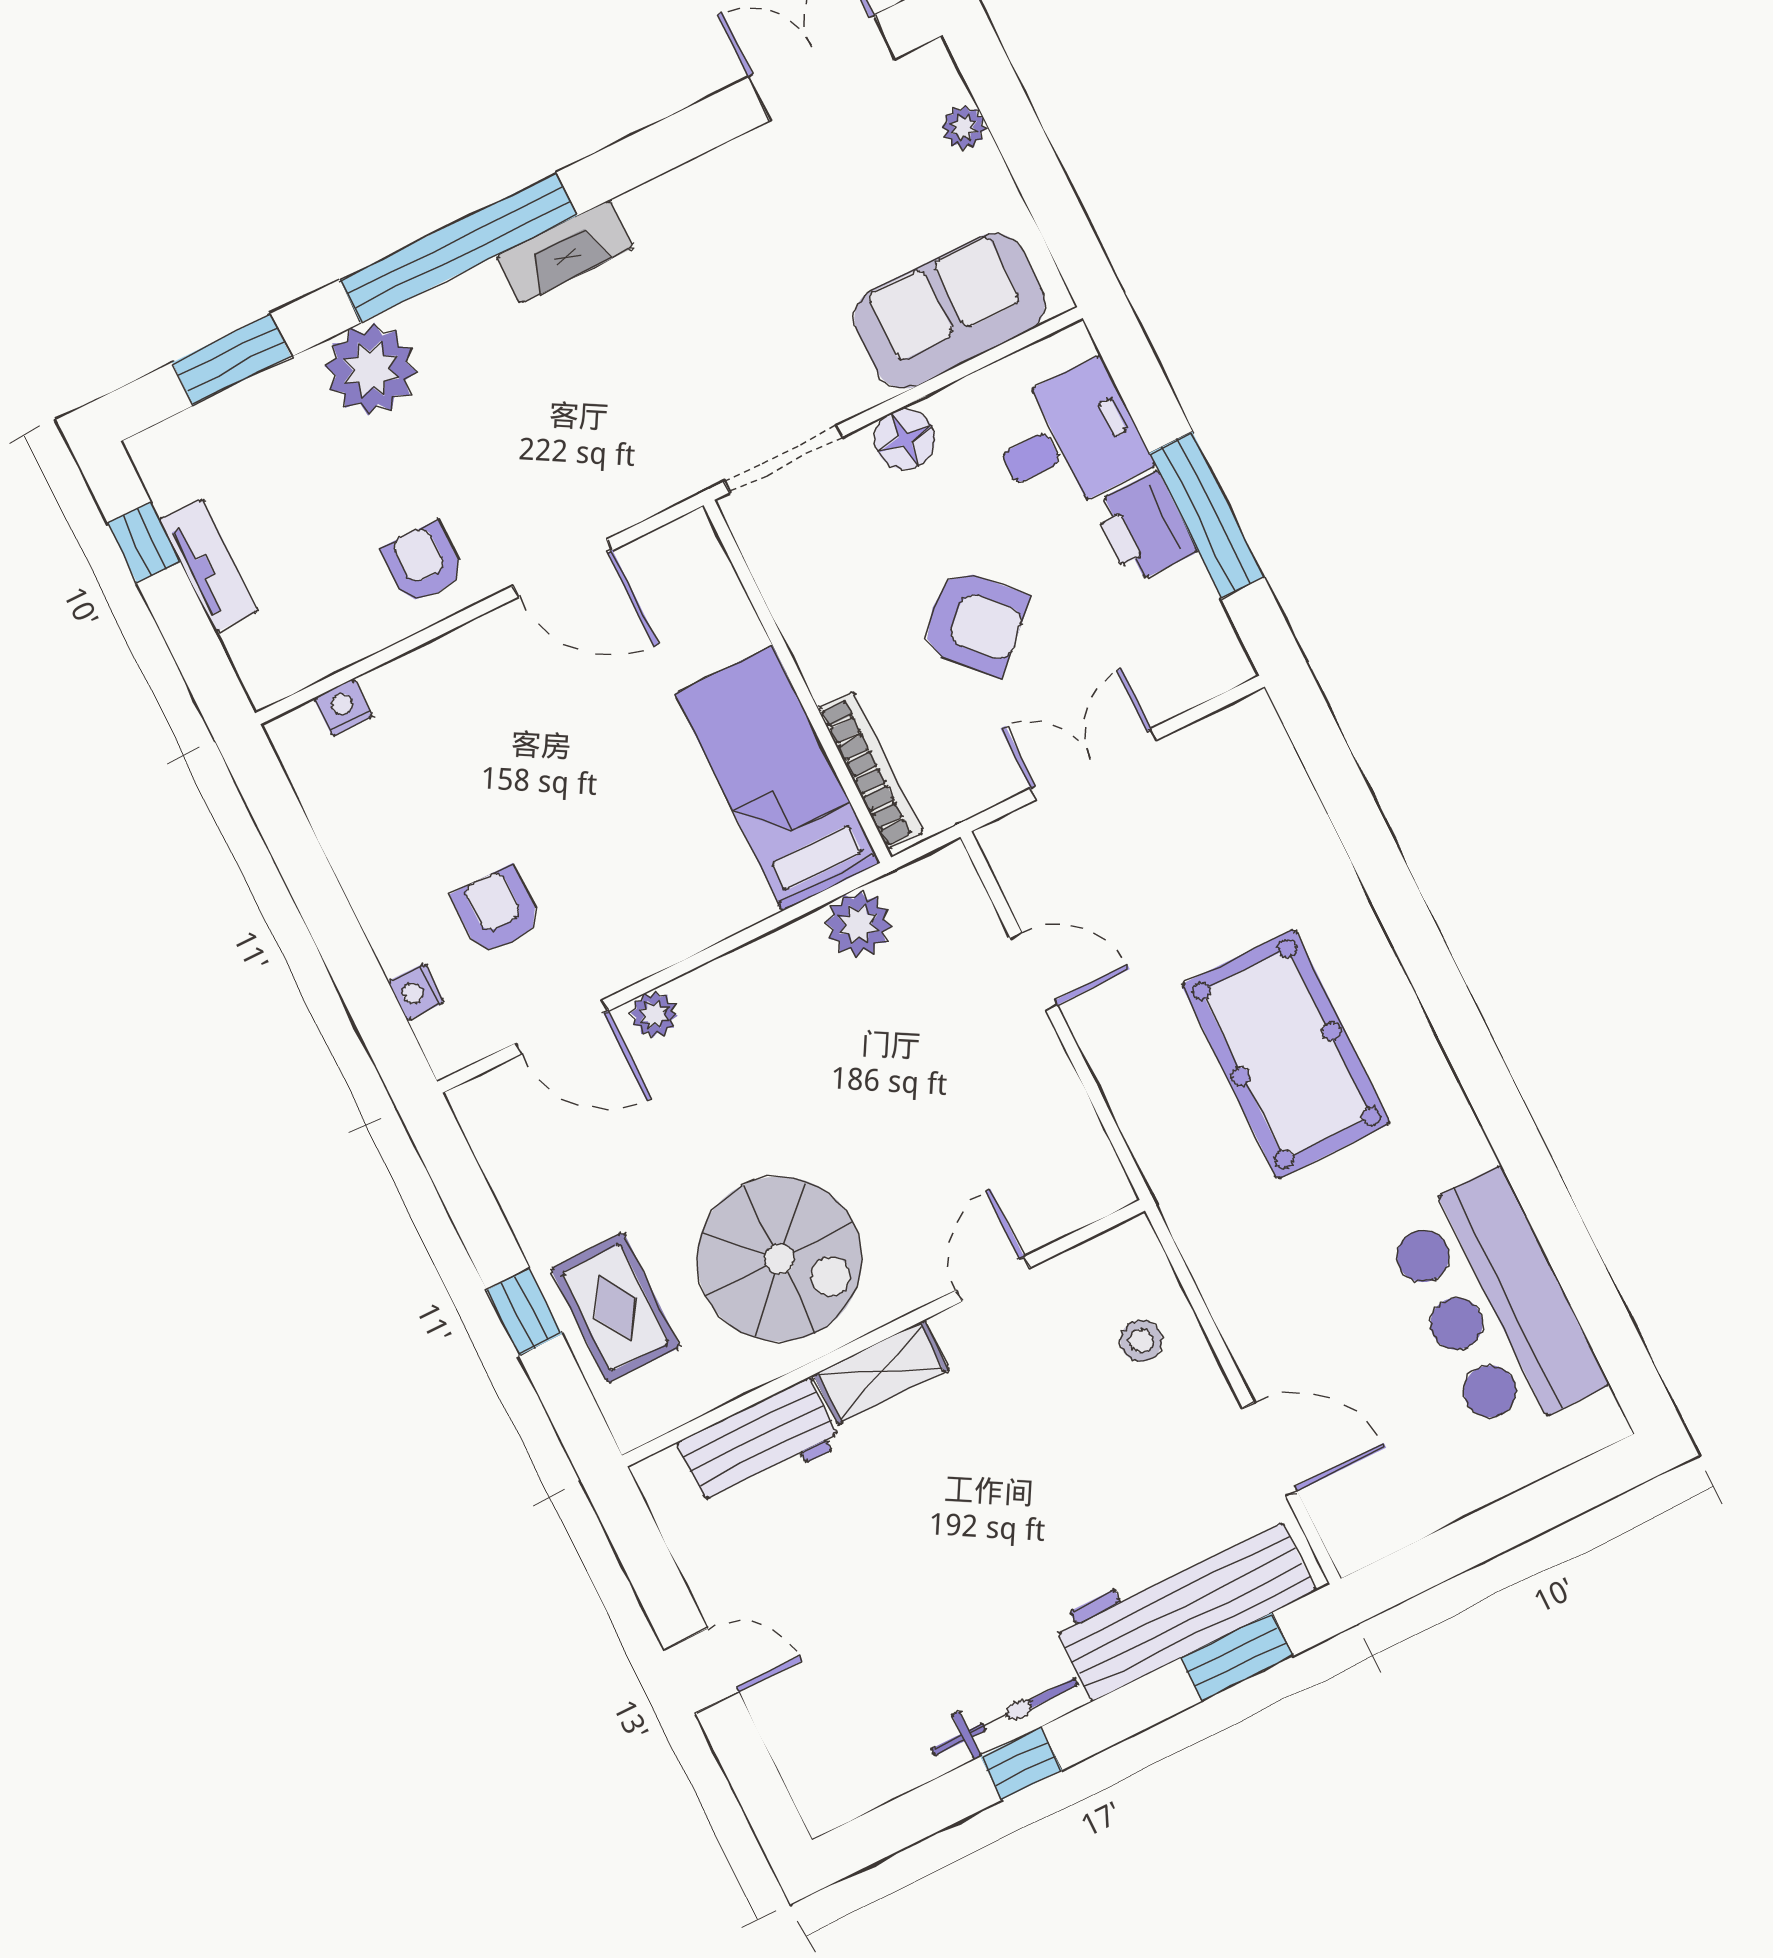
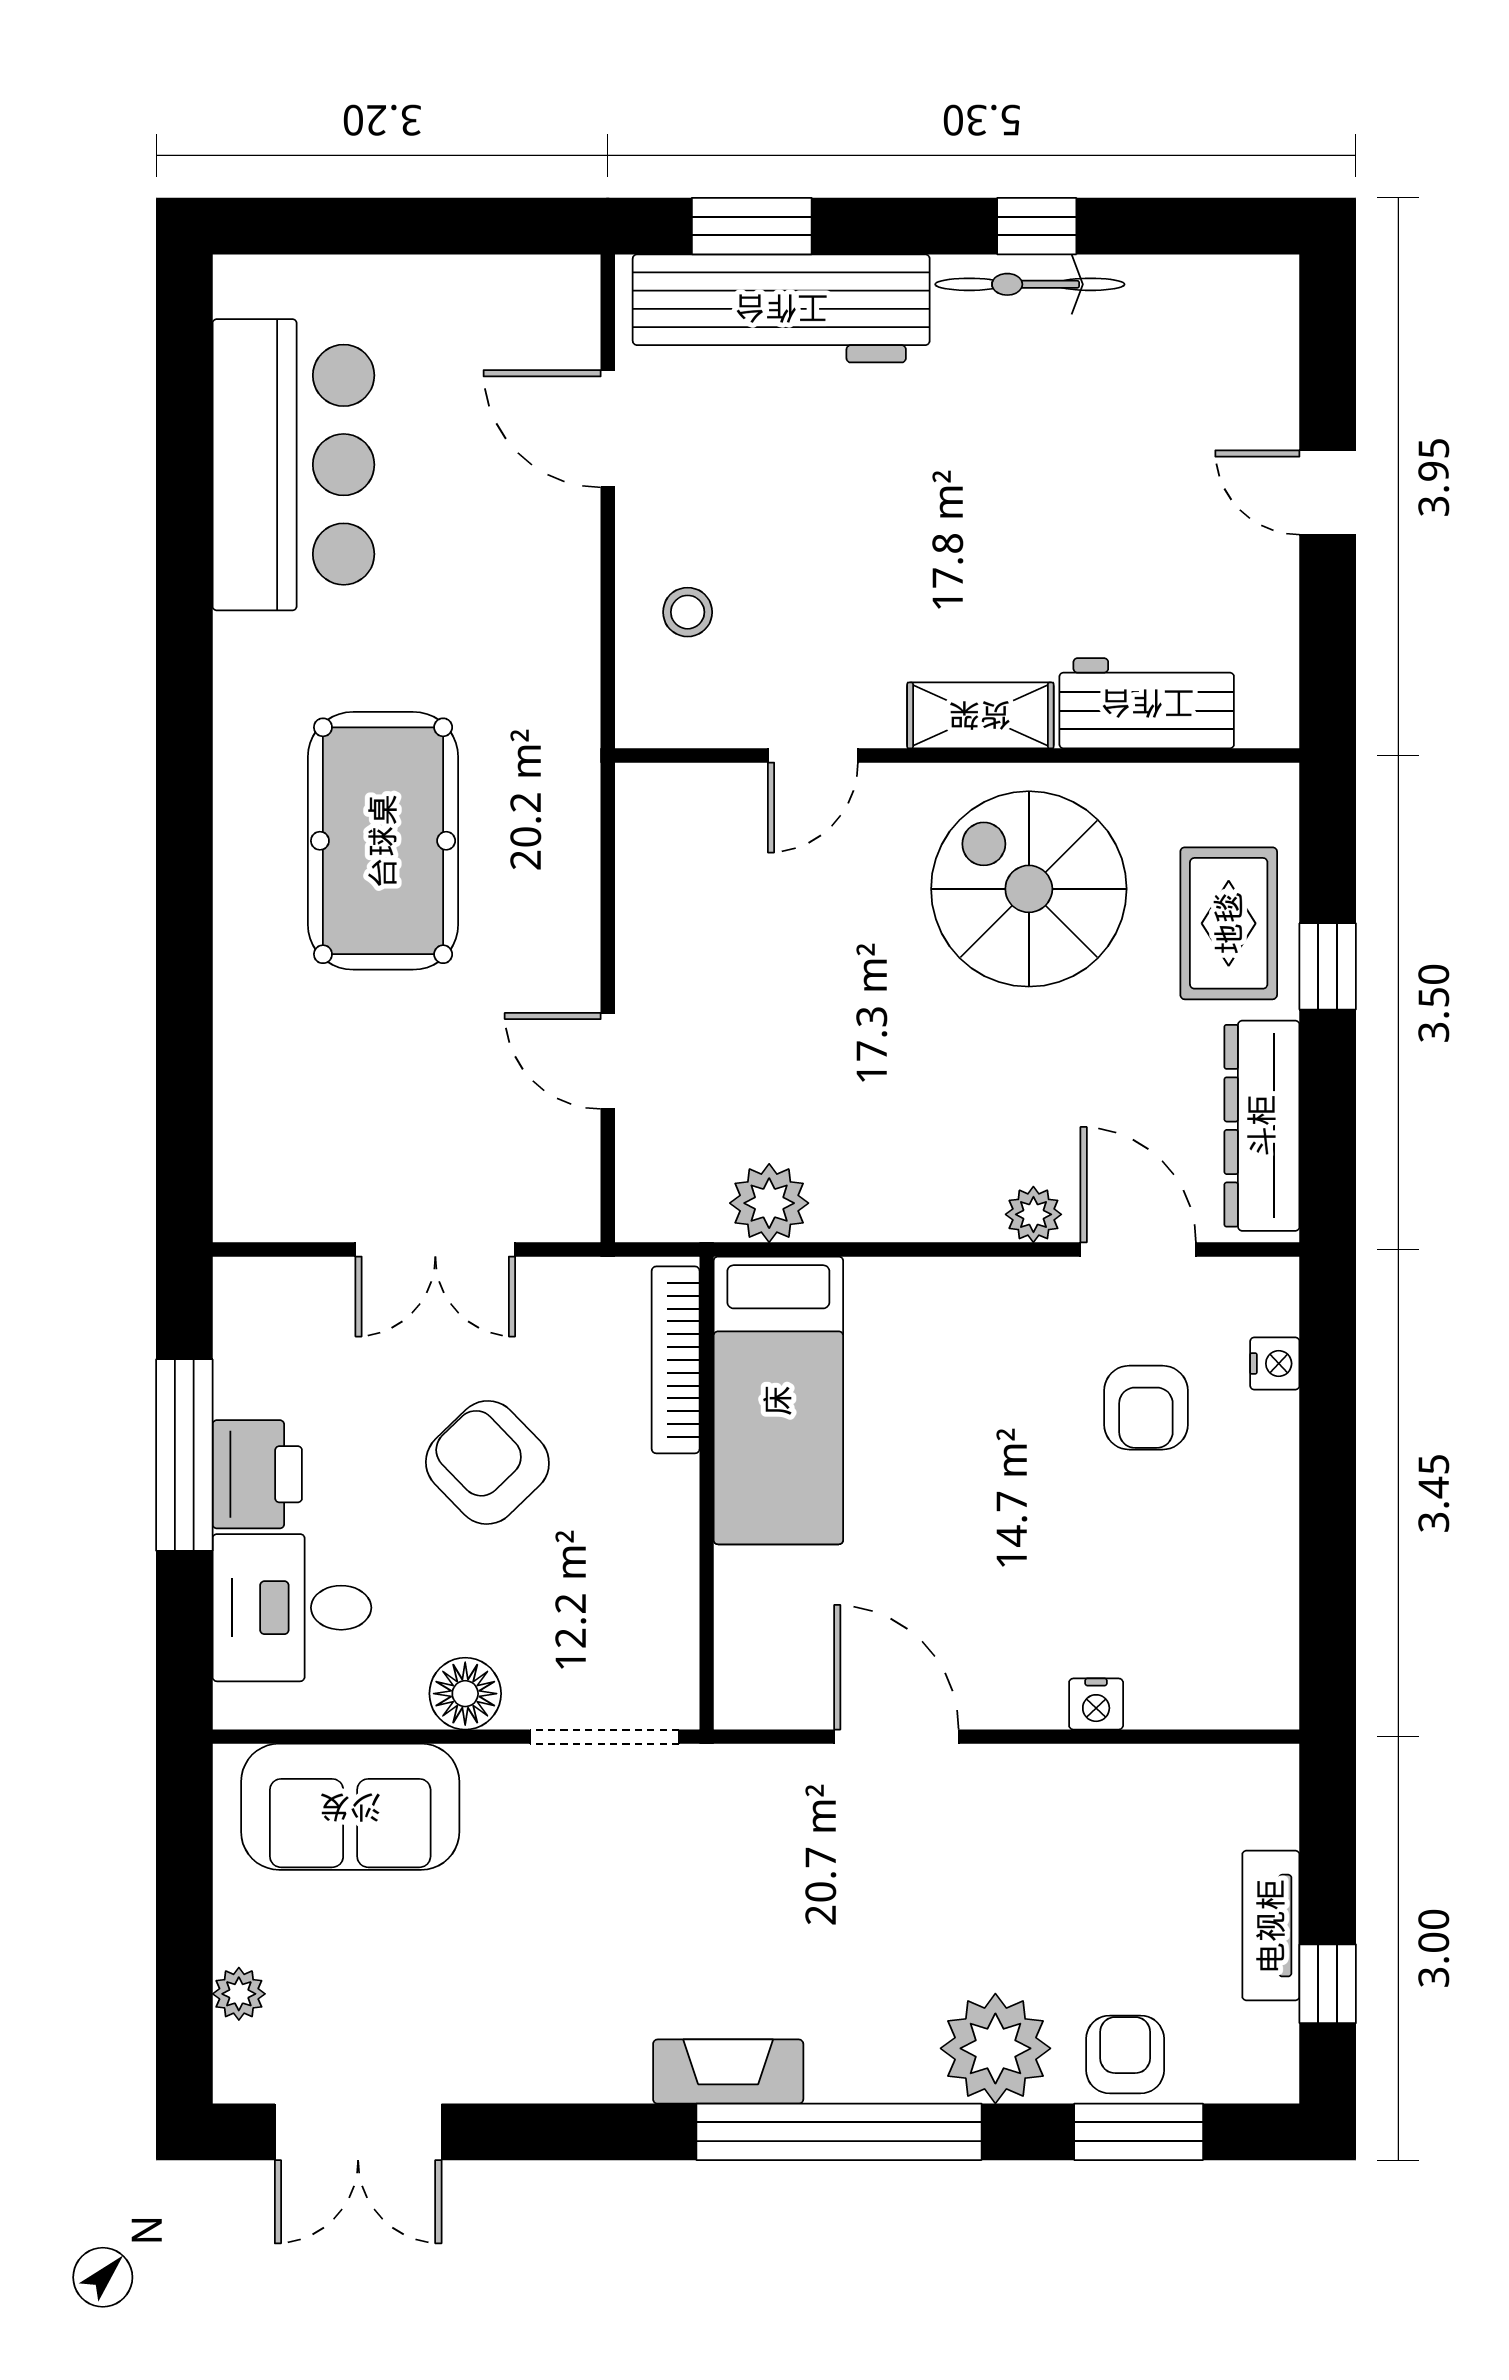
armchair: (423, 563) -> (1125, 2054), moved, turned 180
nightstand: (343, 707) -> (1096, 1704), moved
dresser: (514, 1167) -> (1262, 1126), added

